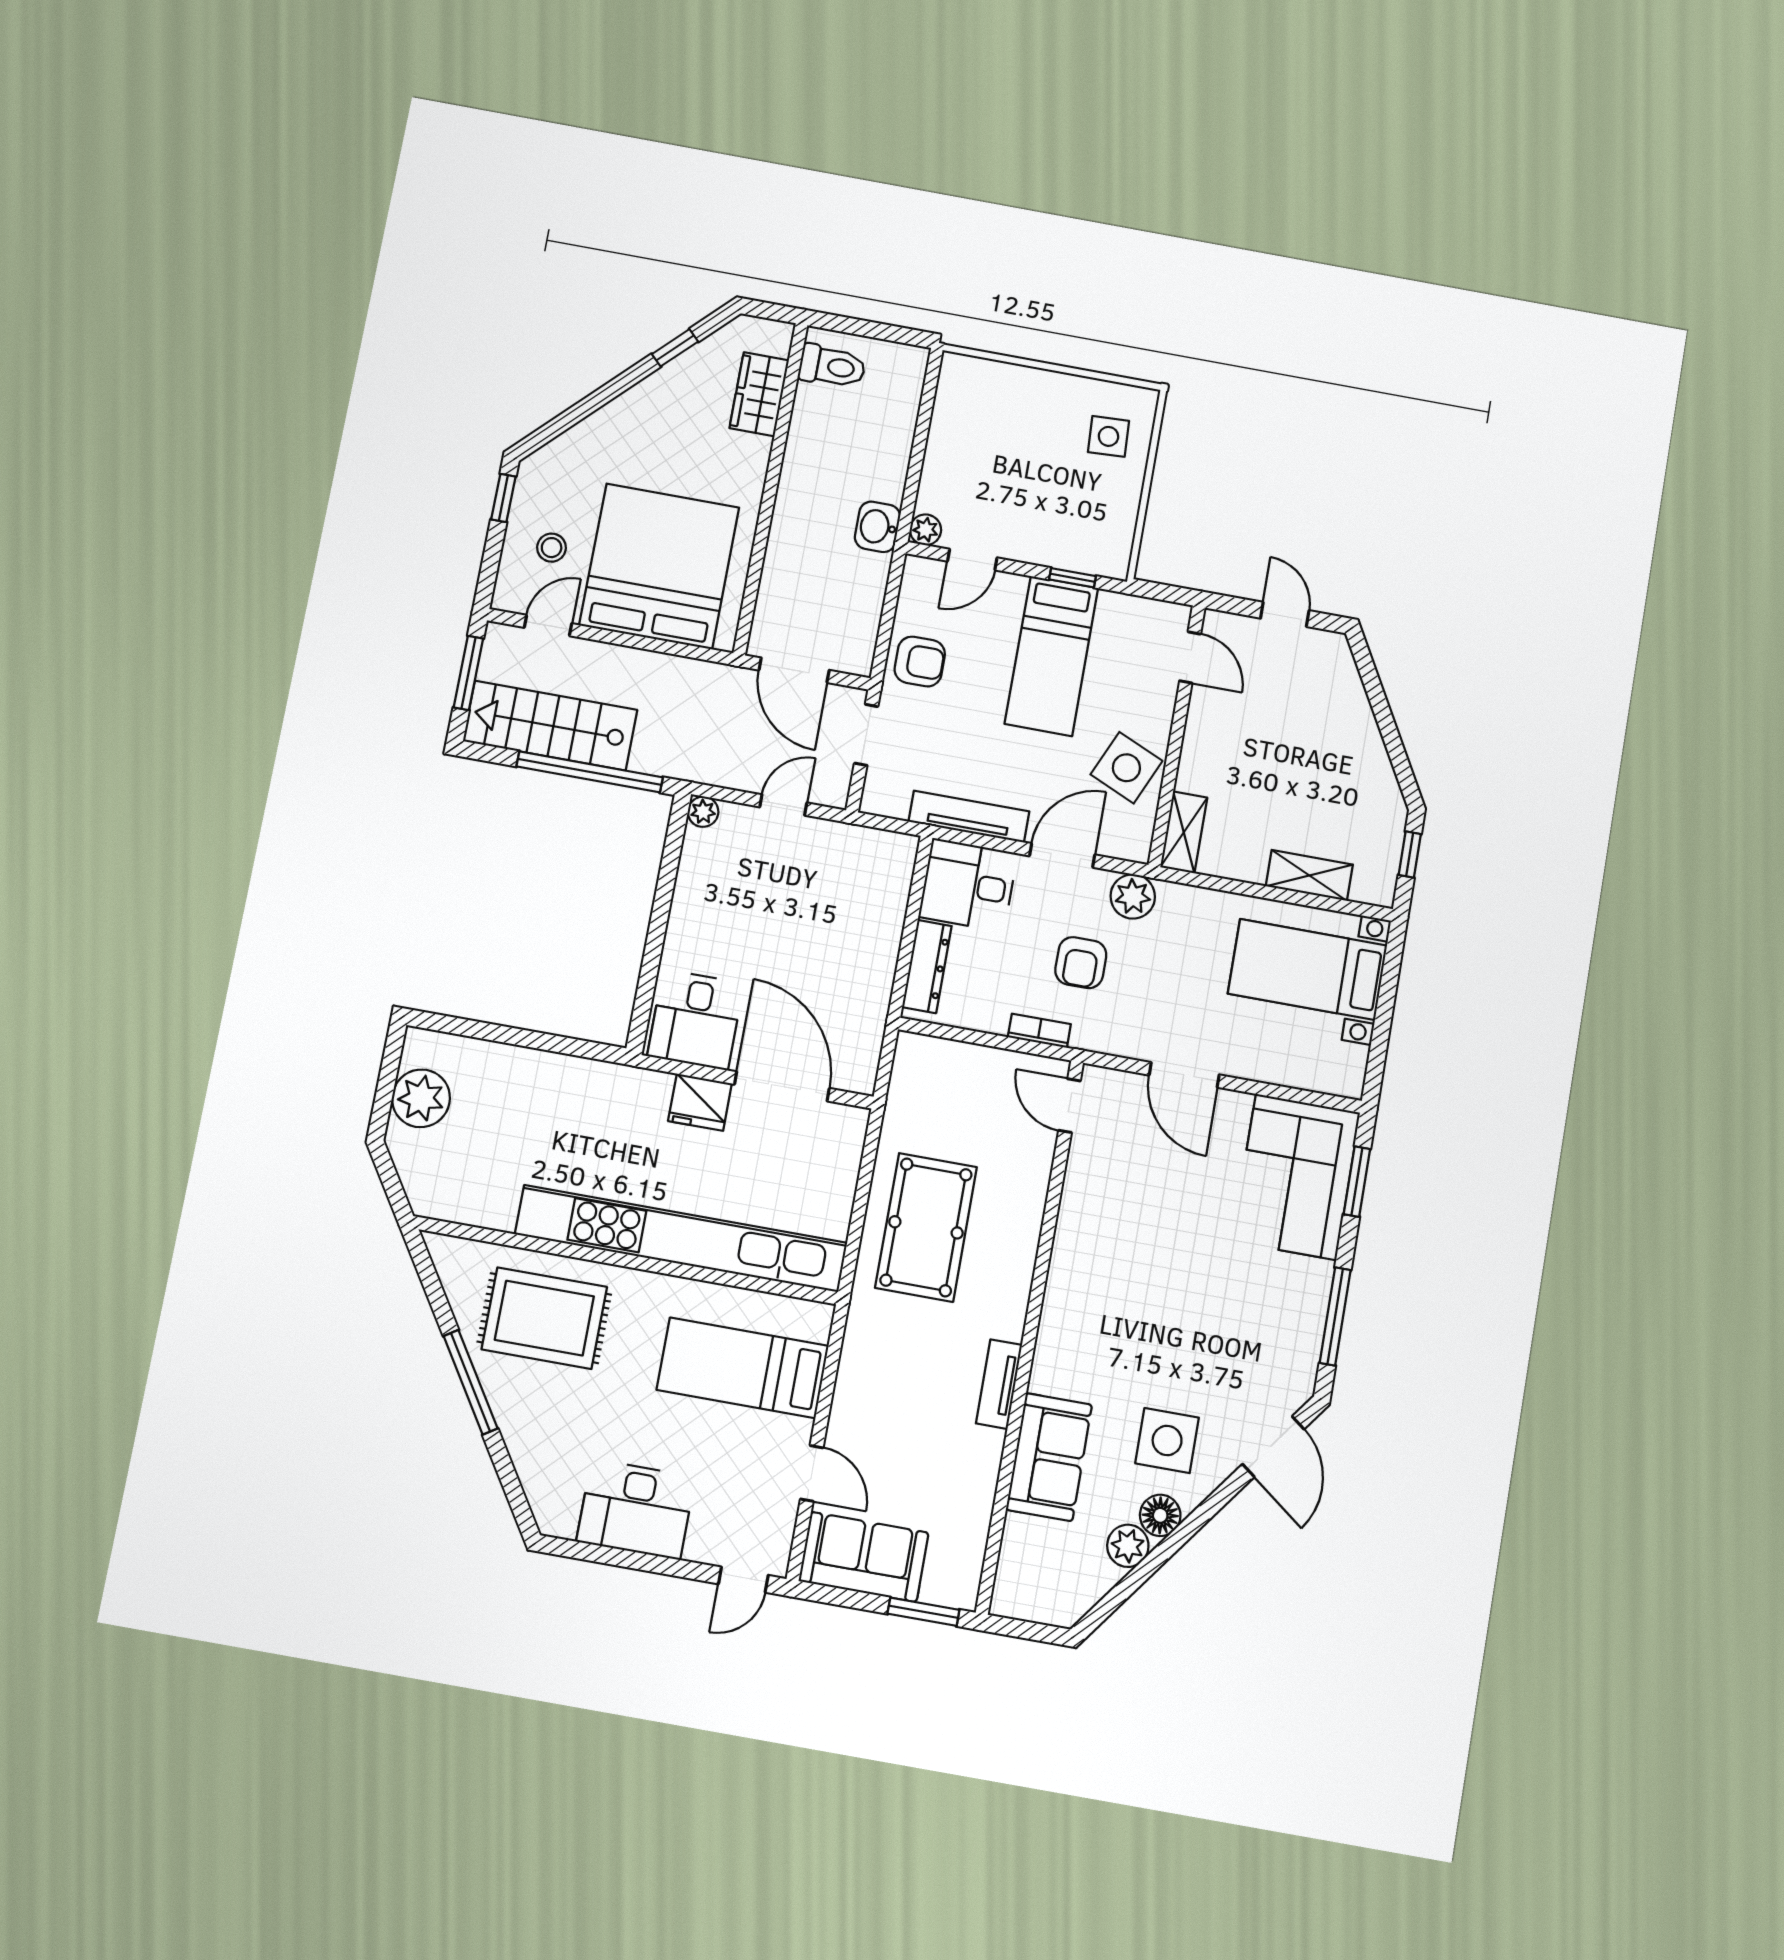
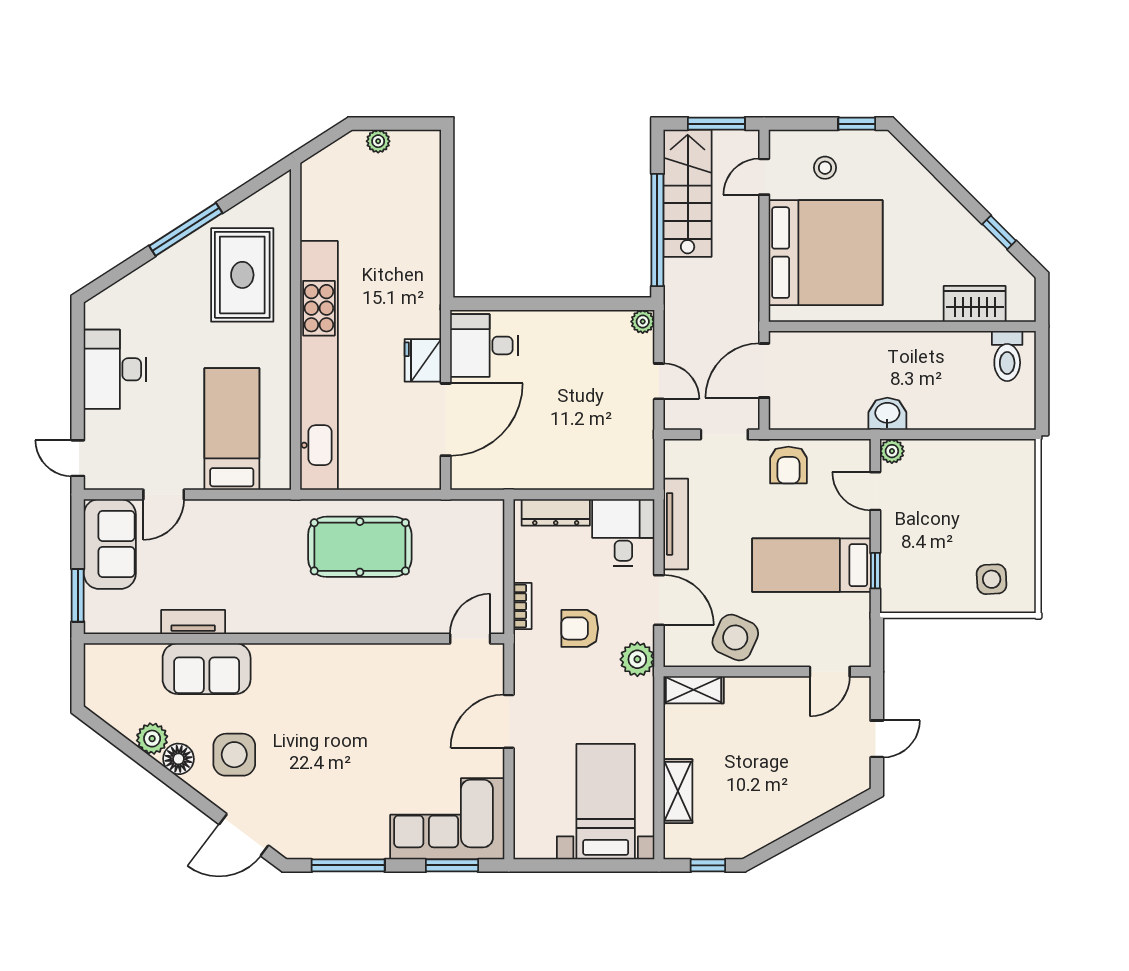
door: (548, 626) -> (764, 177), swing flipped
plant: (421, 1098) -> (378, 141), width x0.53, depth x0.53
tv unit: (999, 1384) -> (193, 622), moved

